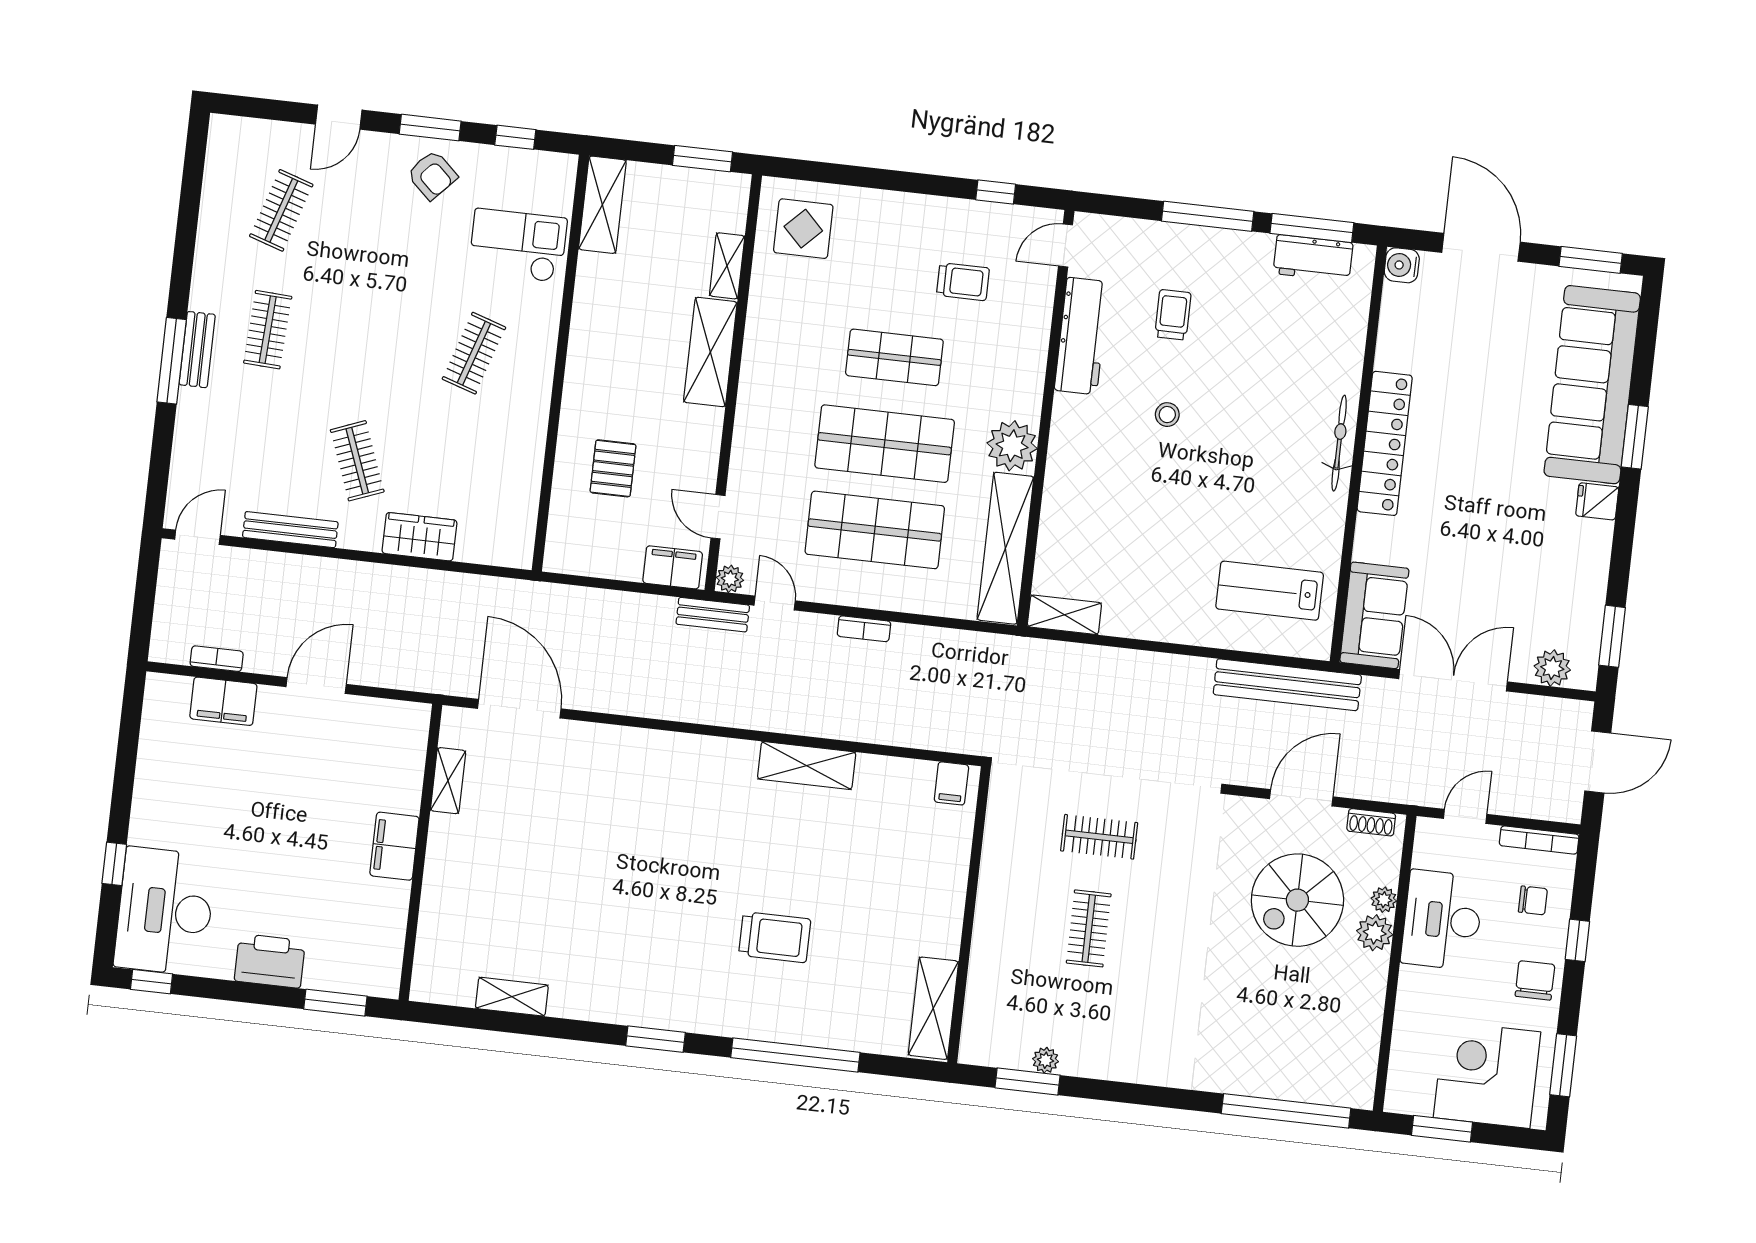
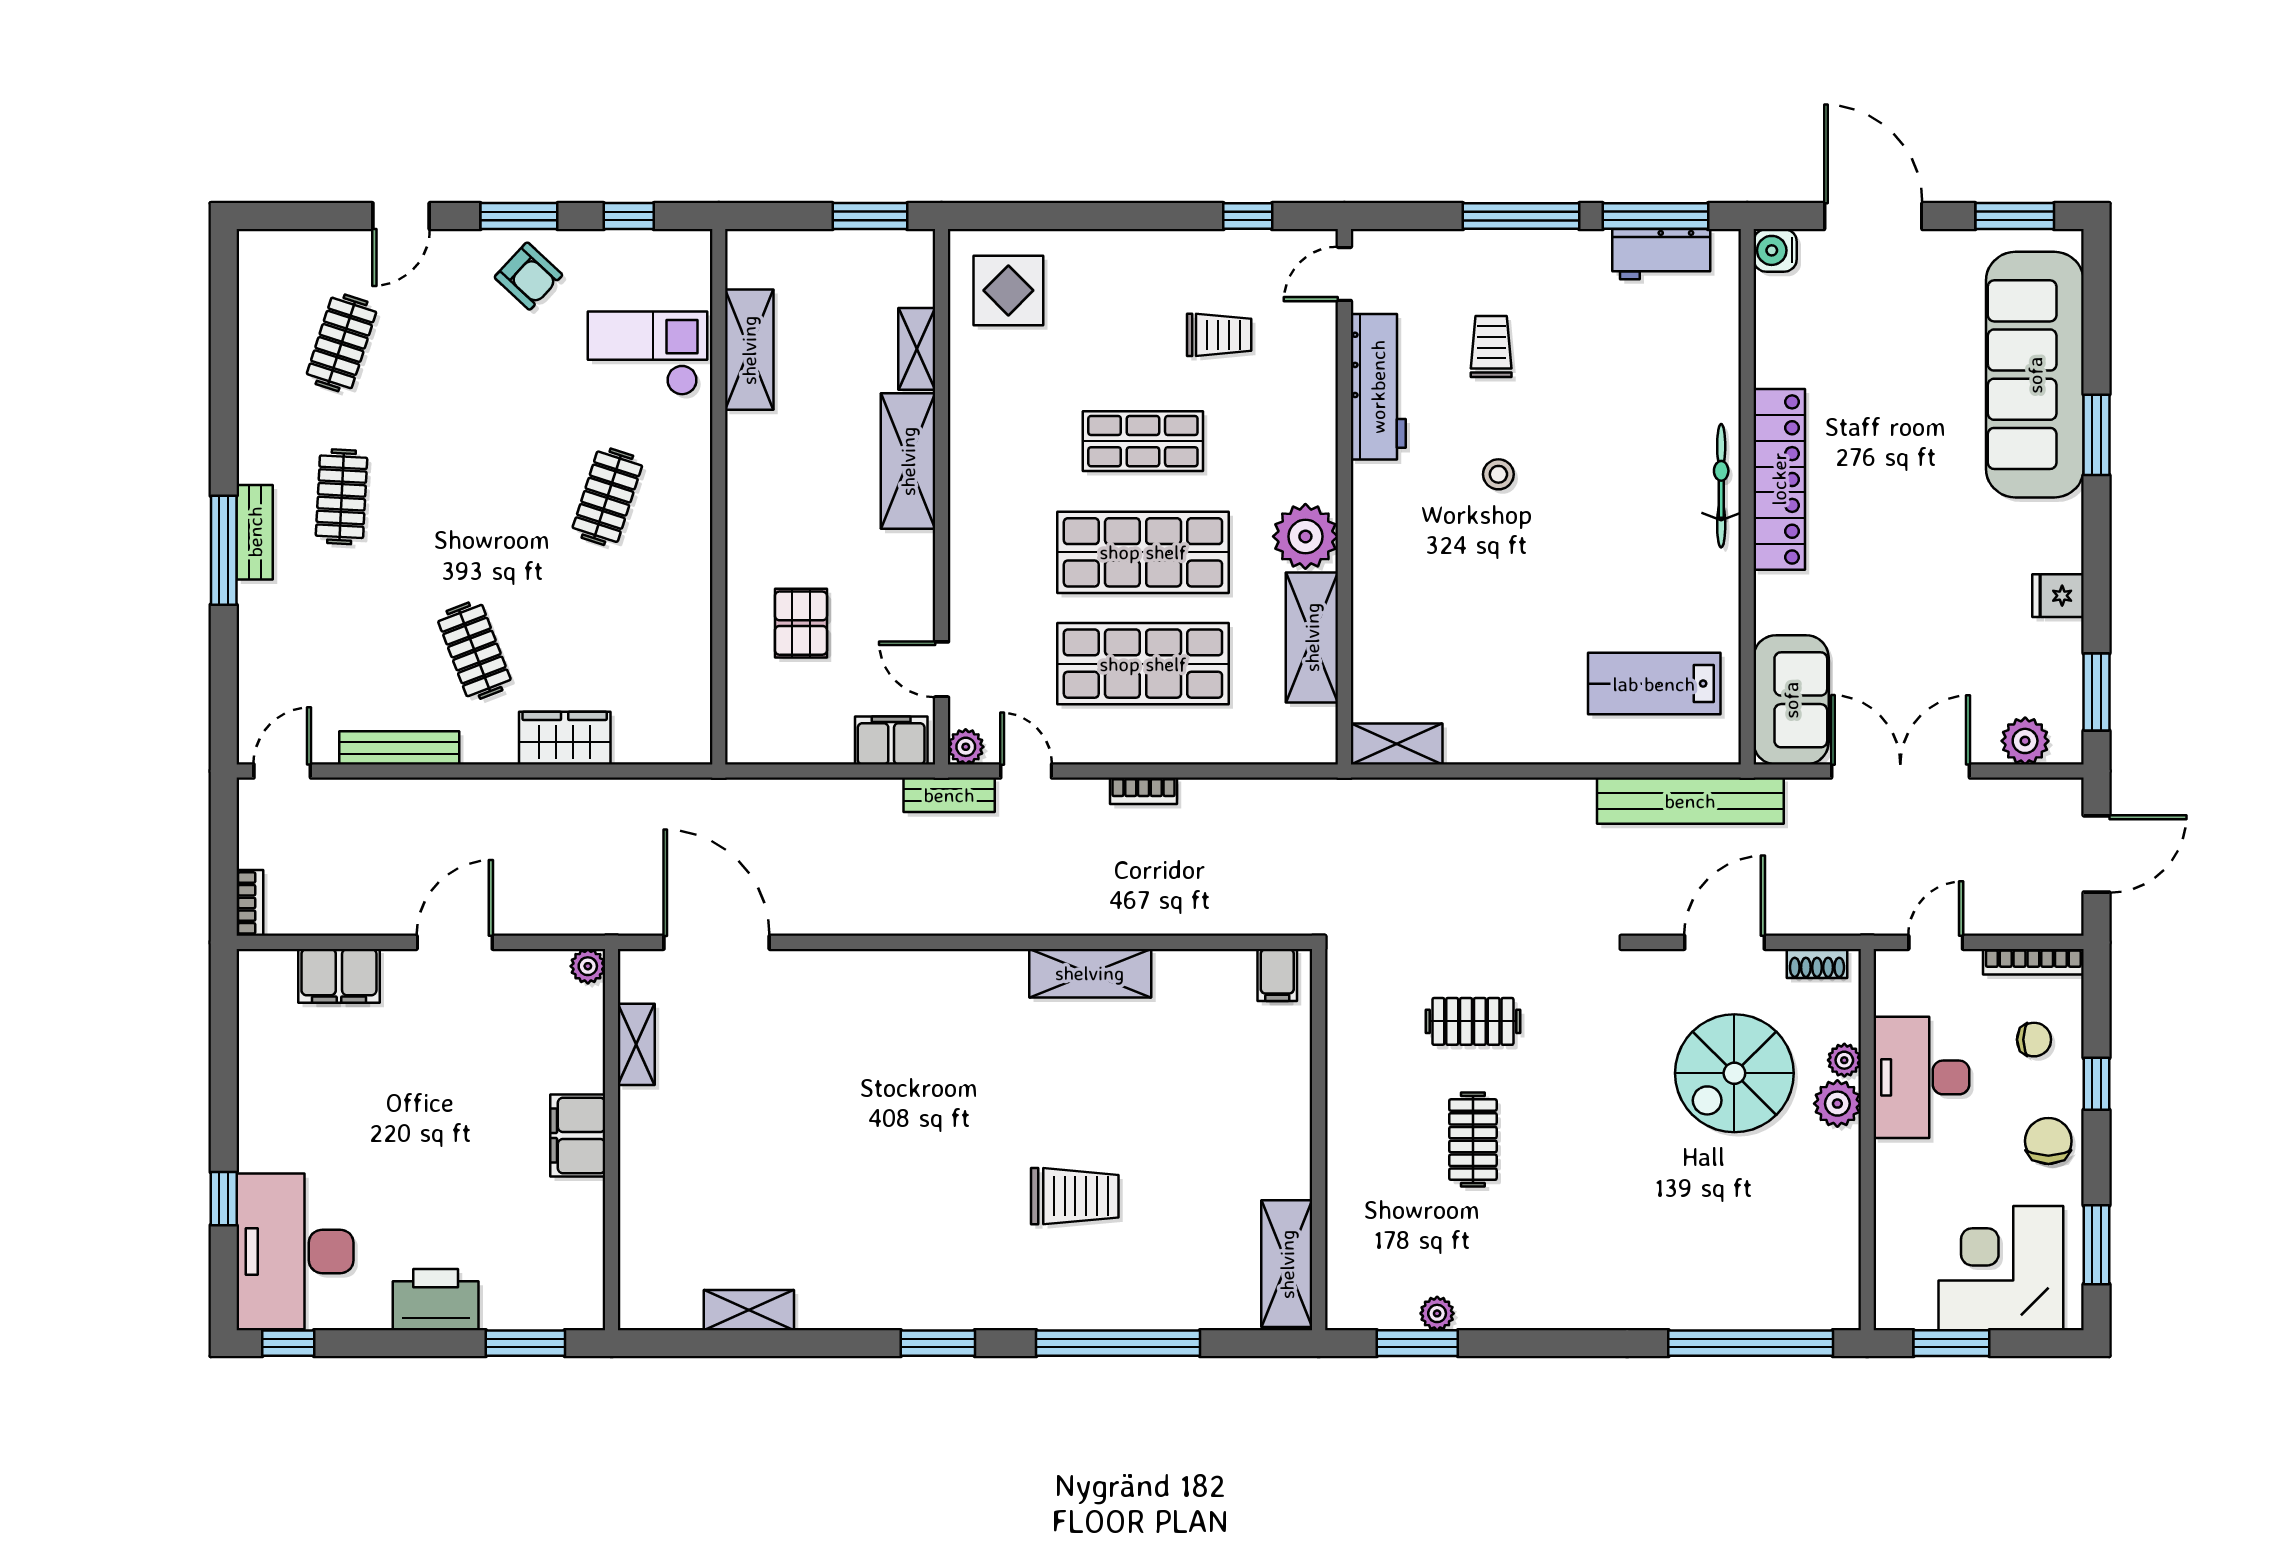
shelving: (602, 205) -> (749, 350), moved
fridge: (1597, 501) -> (2058, 596), moved
shelving: (1005, 548) -> (1312, 637), width x0.68
bookcase: (217, 659) -> (250, 903), moved, turned 90
plant: (417, 716) -> (588, 966), added

